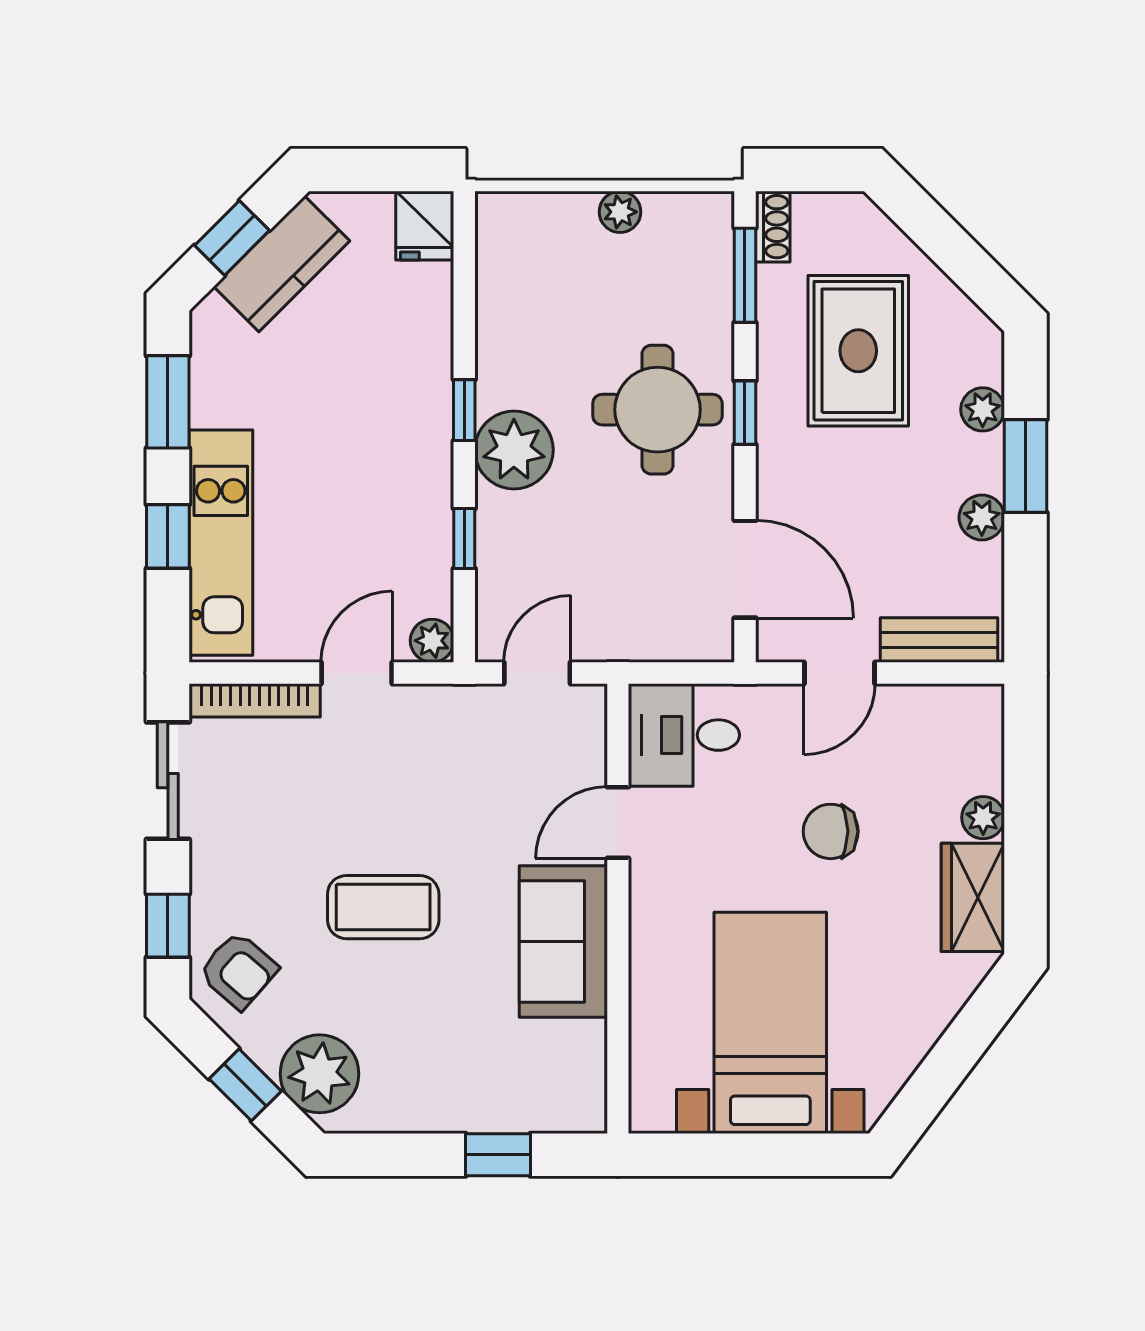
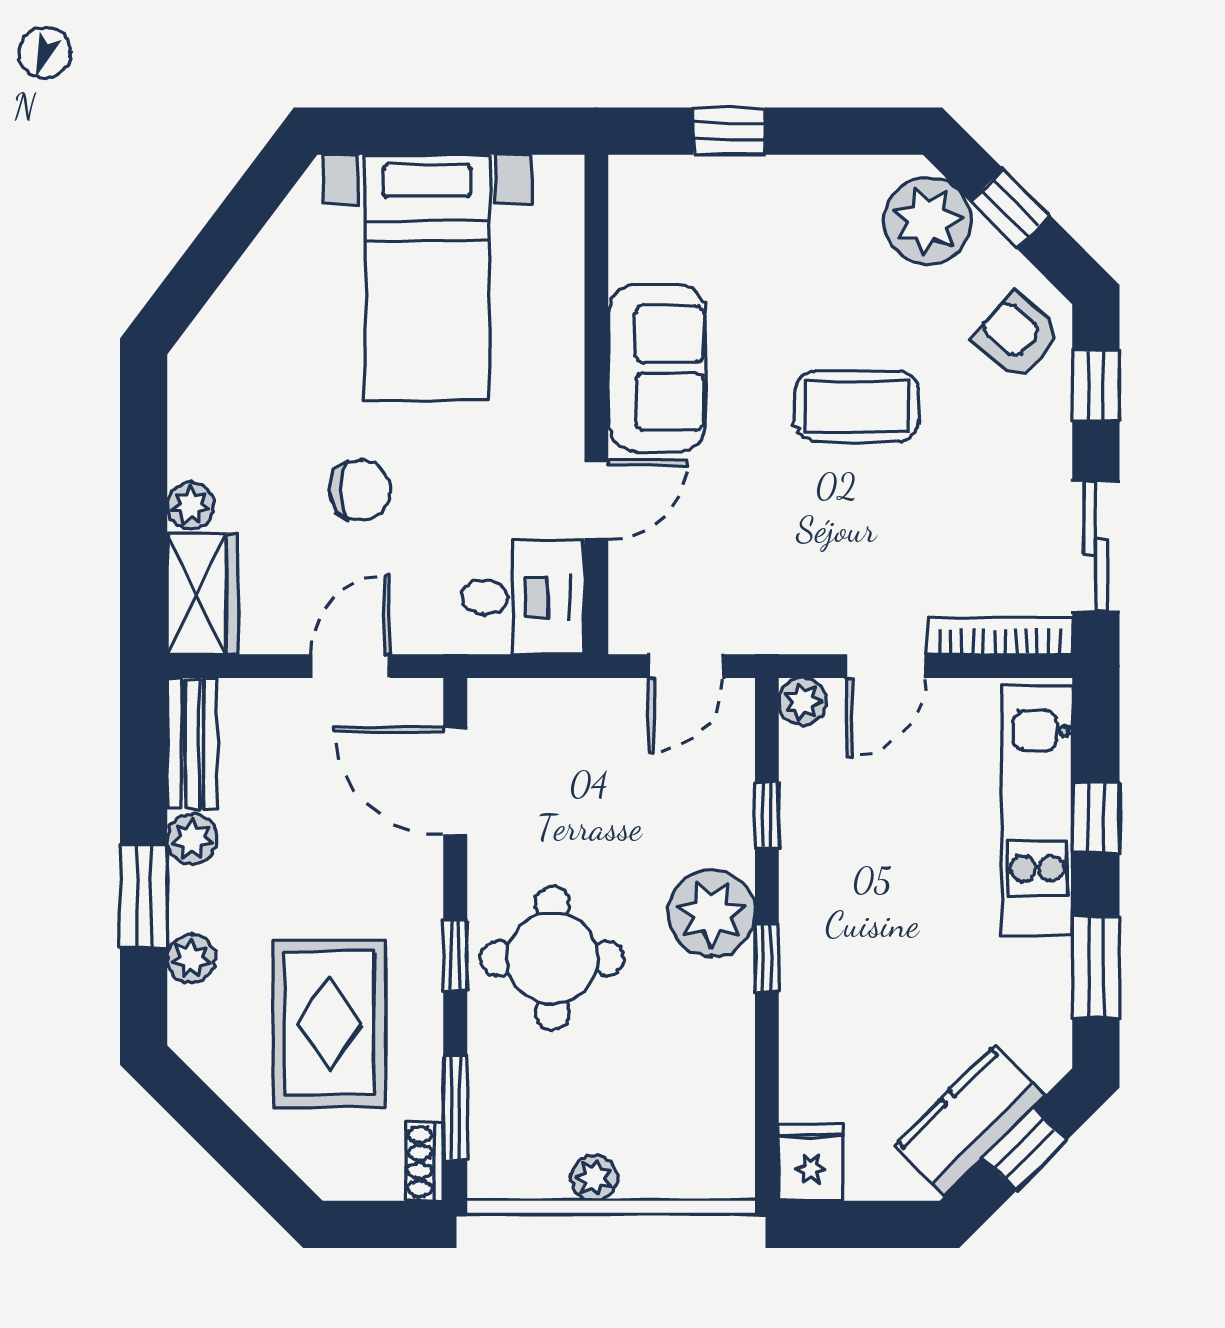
bench: (939, 640) -> (192, 744), moved, turned 90
wardrobe: (973, 897) -> (202, 594), moved

